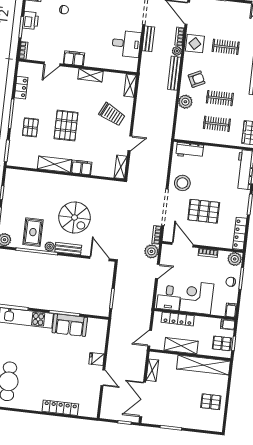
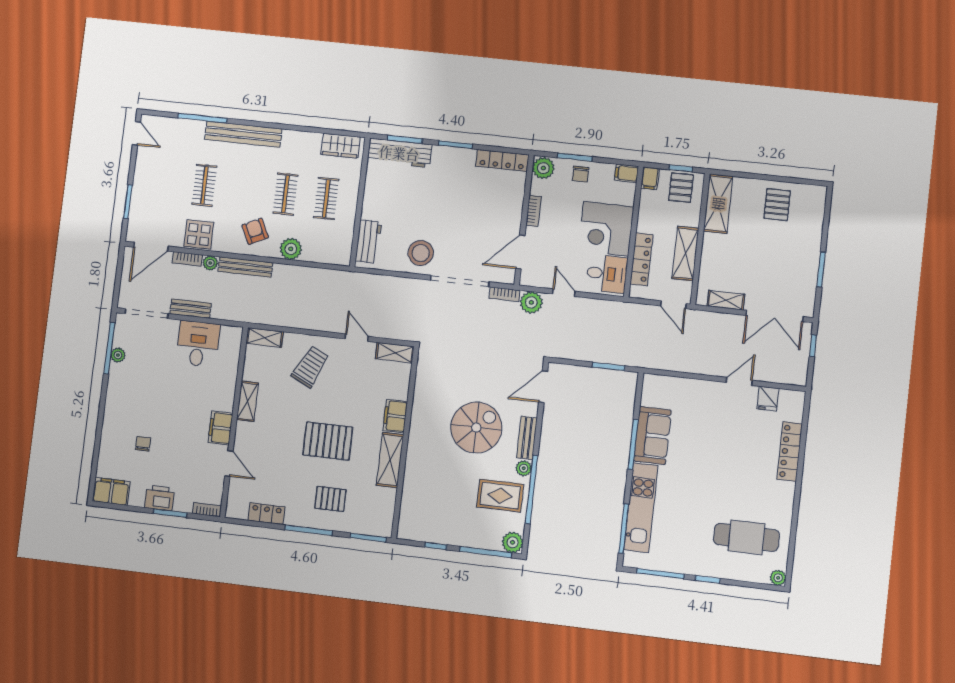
pallet: (204, 211) -> (466, 218), removed
fridge: (97, 359) -> (768, 399), moved
shelving: (203, 365) -> (718, 204), width x0.68

